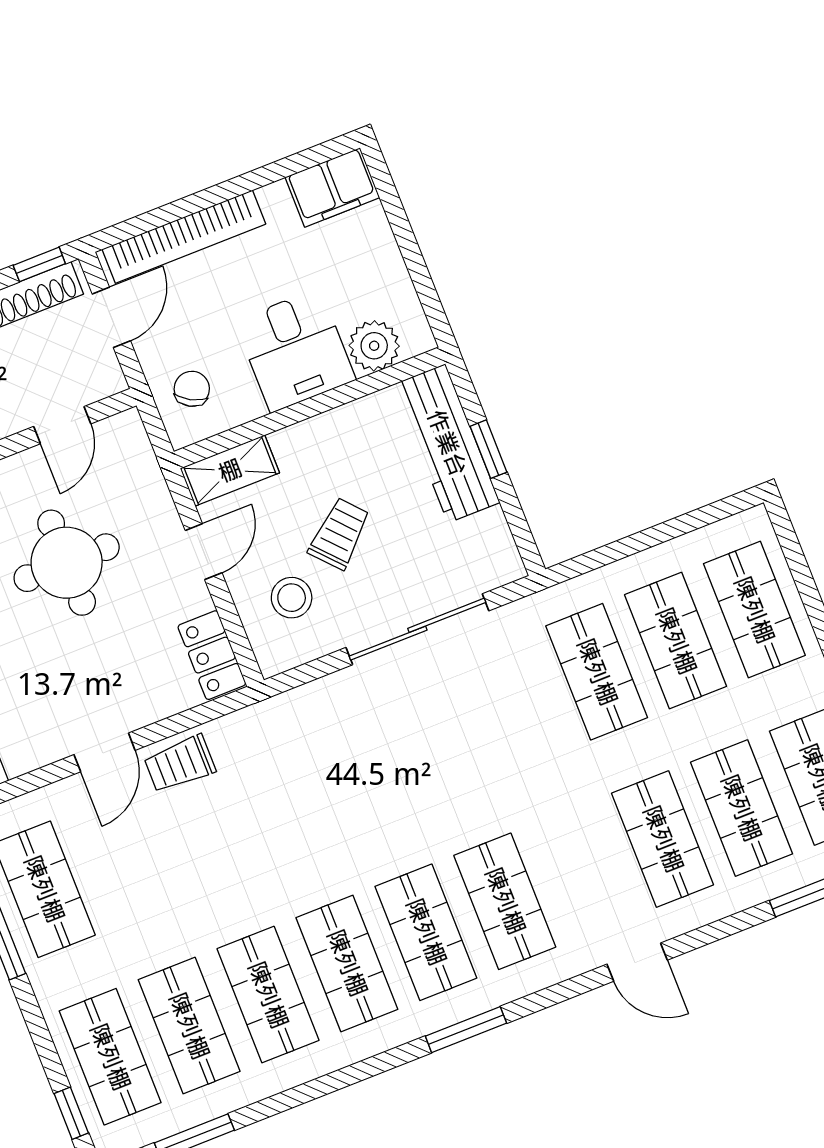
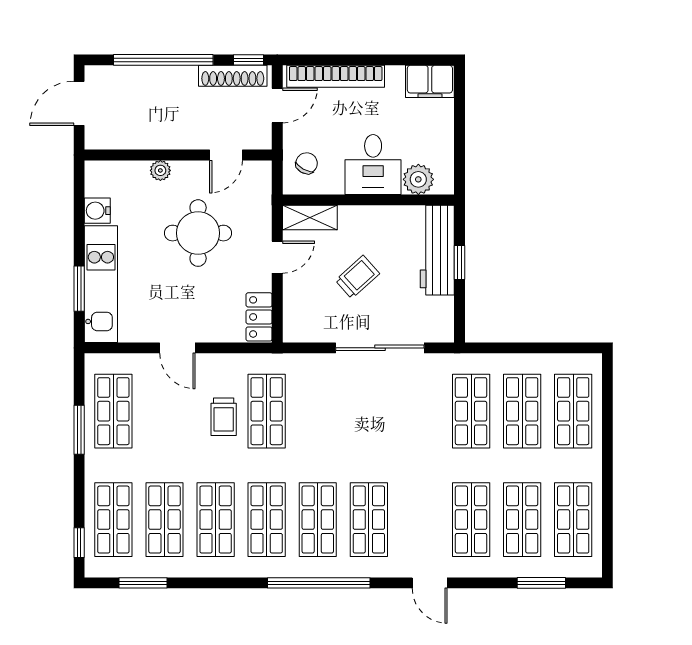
stool: (292, 598) -> (316, 302), removed
door: (105, 752) -> (177, 348), hinge flipped
trolley: (180, 764) -> (224, 417), moved, turned -90
shop shelf: (281, 796) -> (267, 411), added
window: (466, 1030) -> (319, 583), width x2.11

